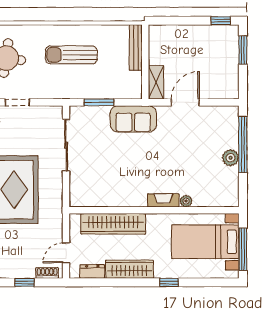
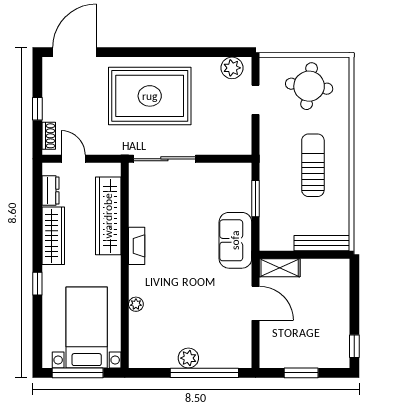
window: (243, 50) -> (301, 373), moved
sliding door: (66, 145) -> (164, 159), moved
fireplace: (163, 200) -> (137, 246), moved

